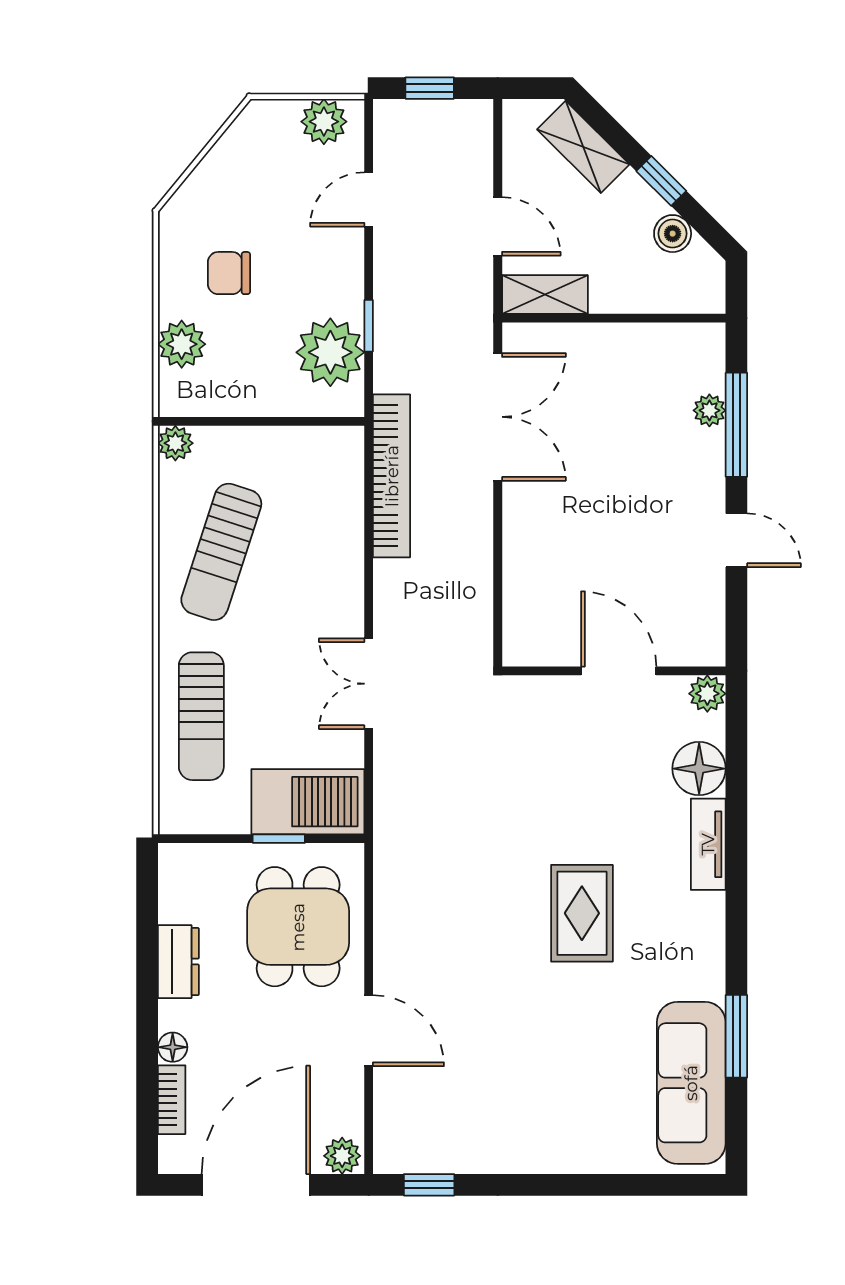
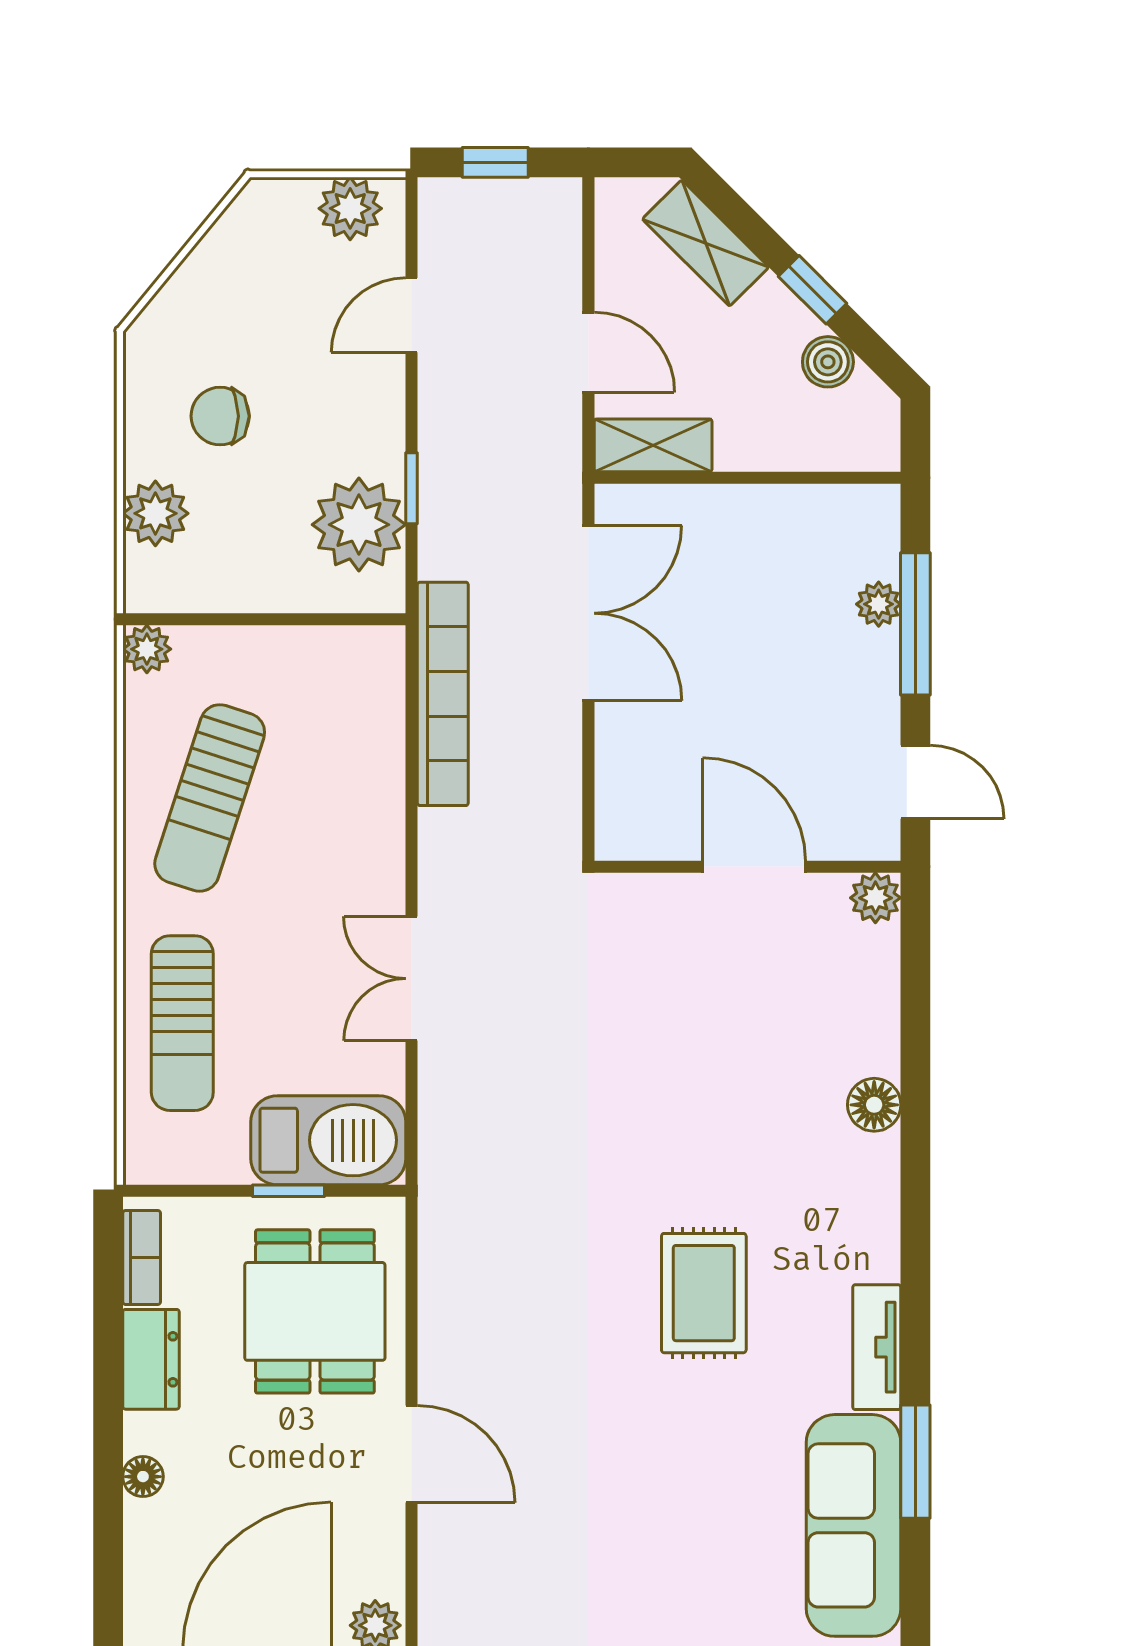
wall: (614, 671) -> (747, 867), moved
door: (619, 671) -> (754, 867), moved
plant: (707, 694) -> (875, 898), moved
floor lamp: (699, 769) -> (874, 1105), width x0.73, depth x0.73
tv unit: (708, 844) -> (877, 1347), moved
bookcase: (172, 1100) -> (142, 1257), moved

